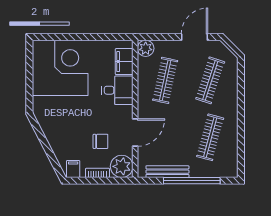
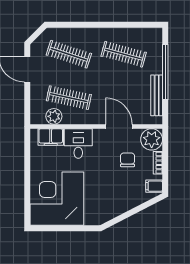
plant: (146, 48) -> (54, 116), moved

